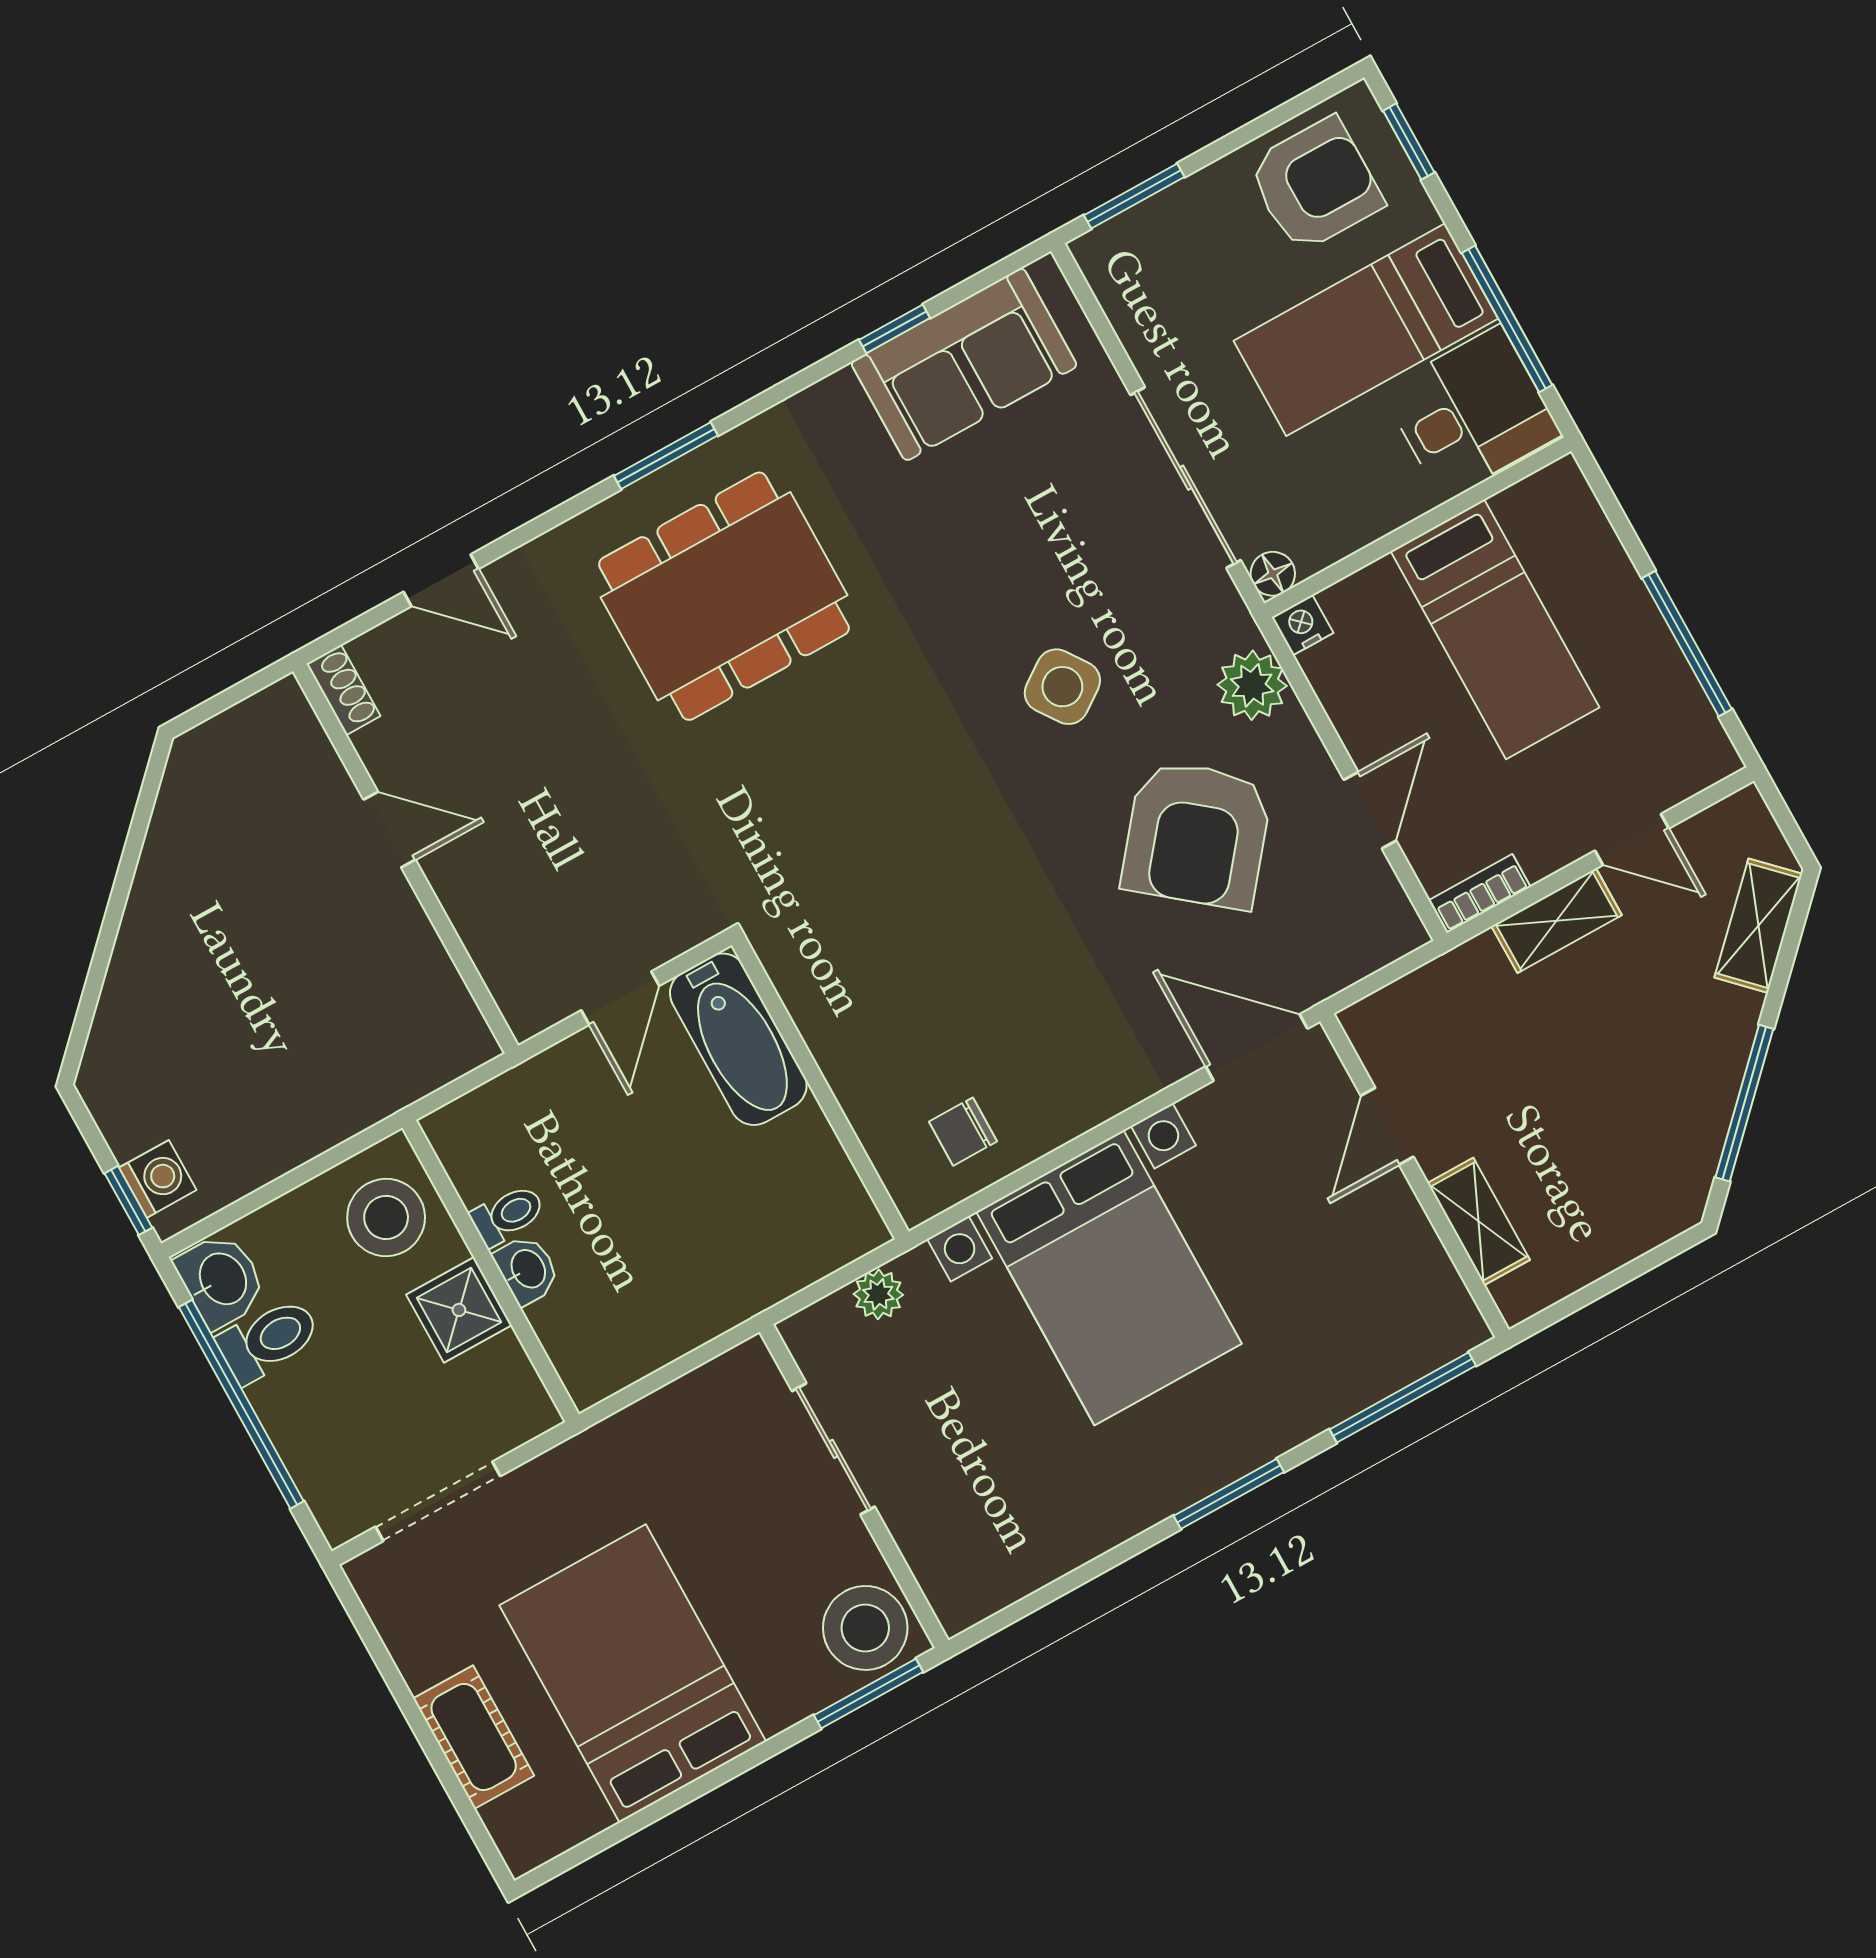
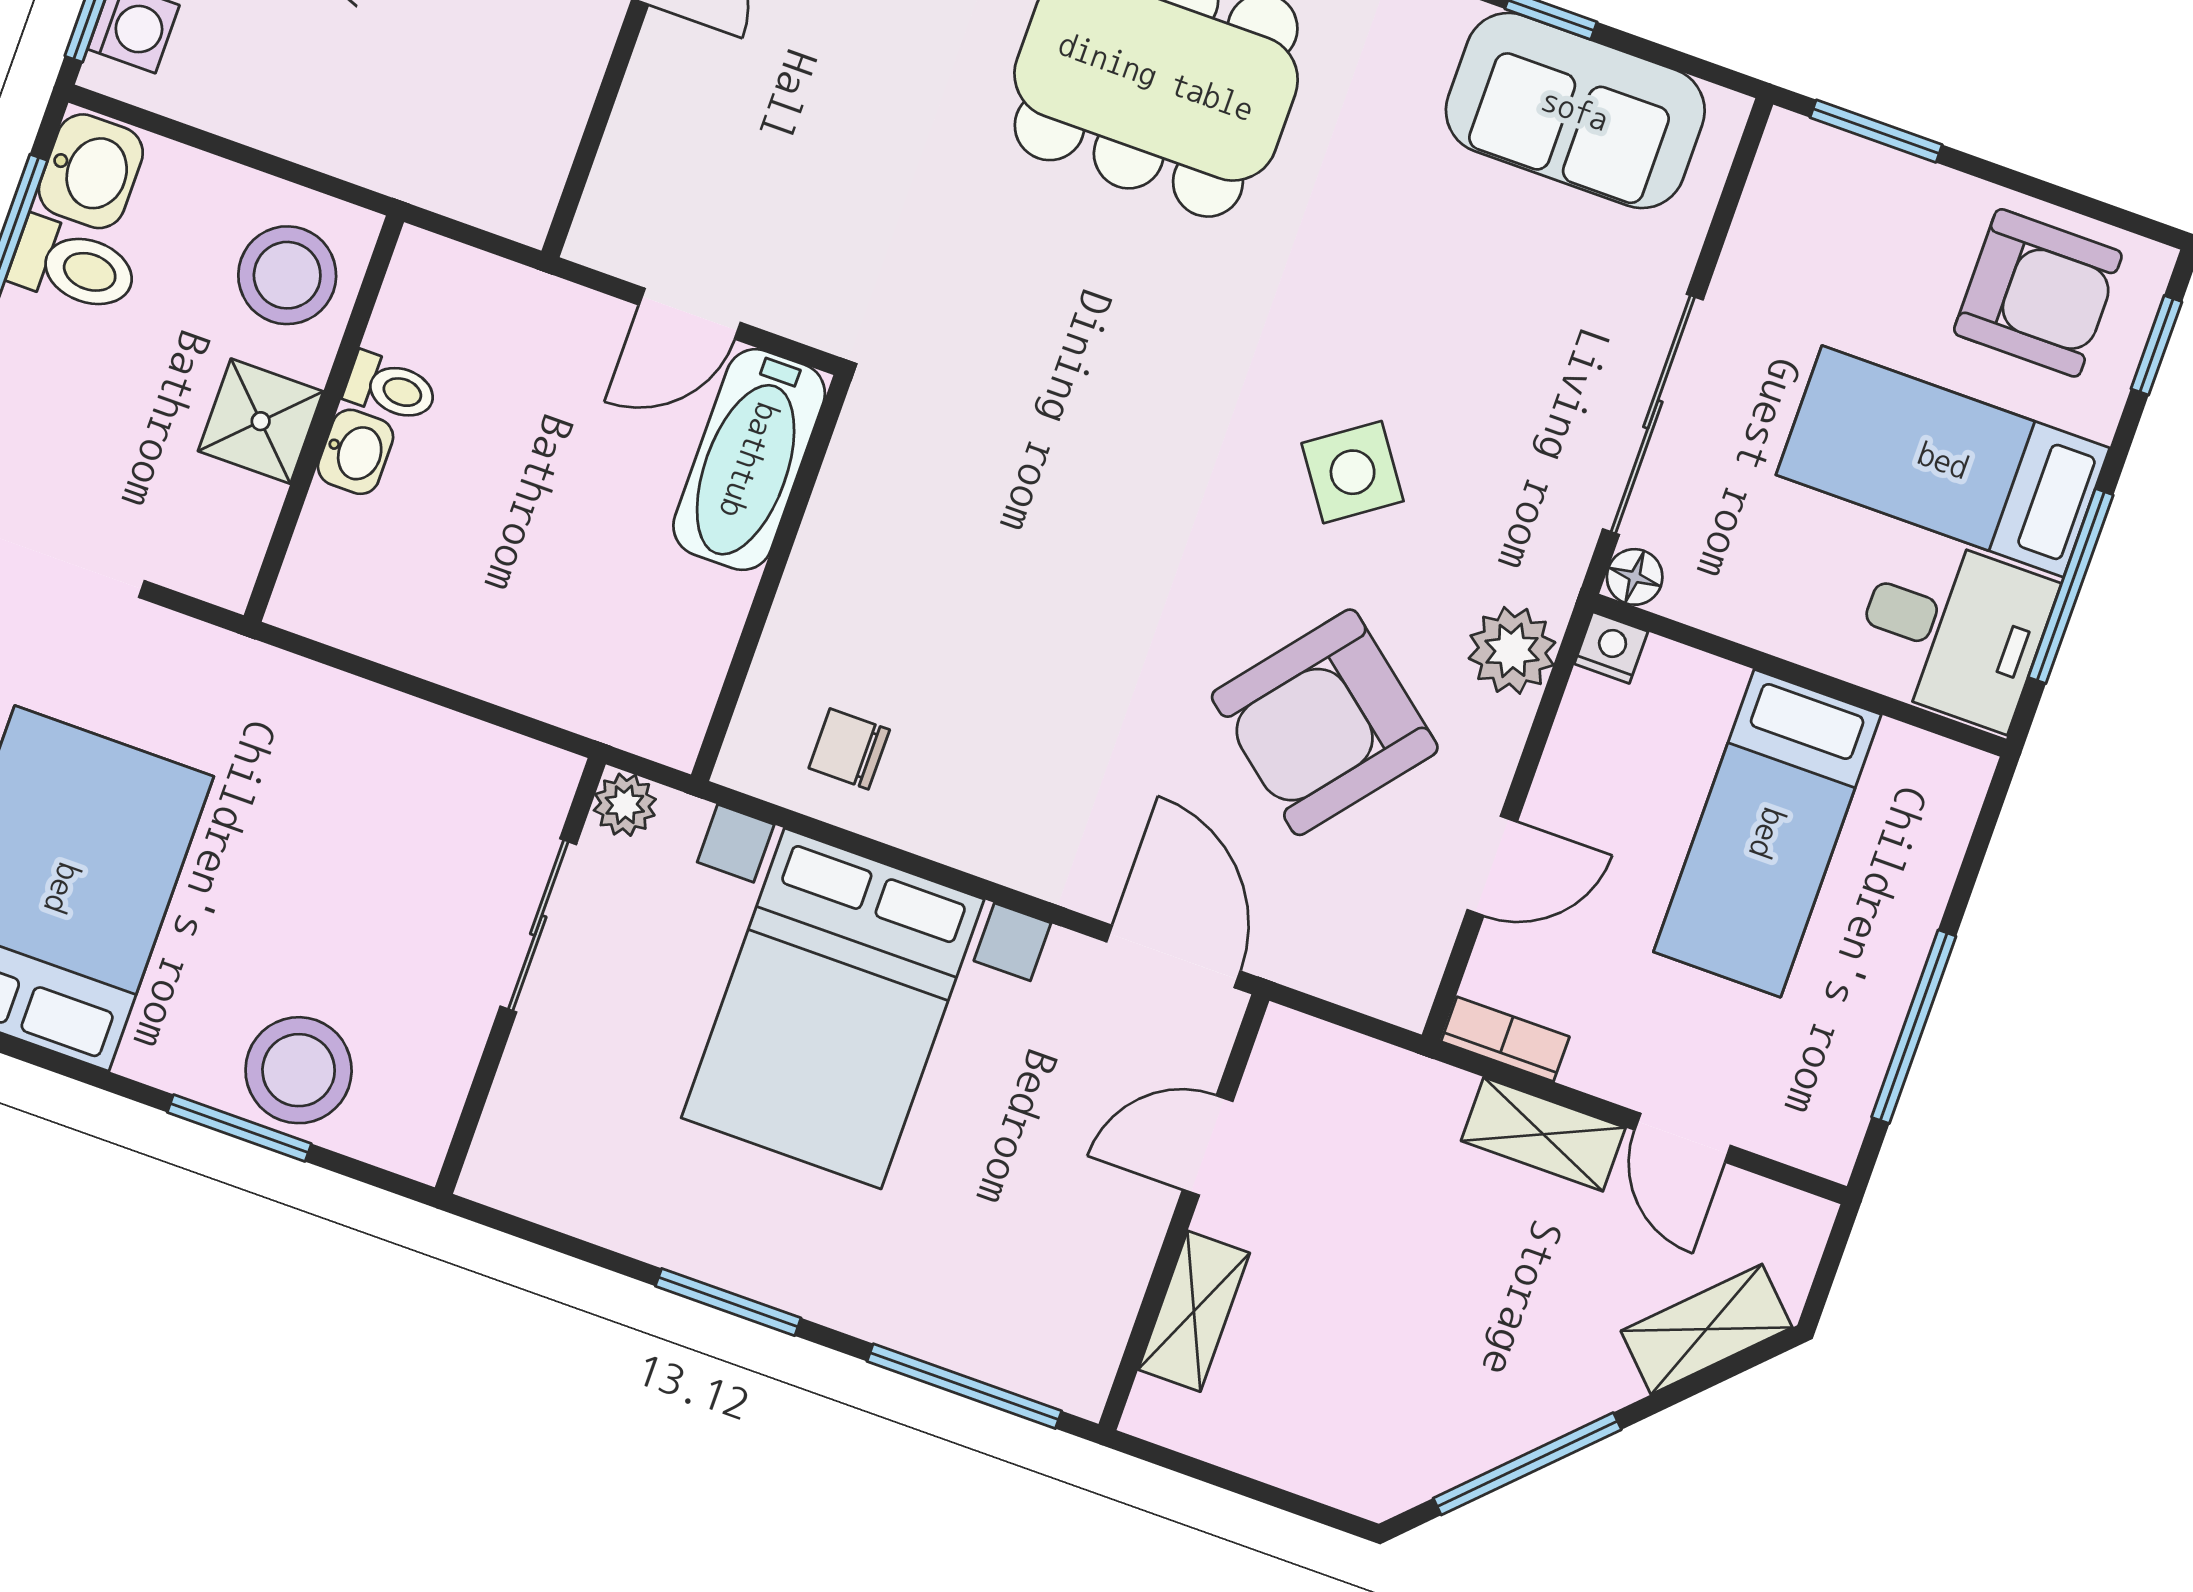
sliding door: (833, 1449) -> (538, 925), moved
wall: (854, 1486) -> (520, 976), moved

